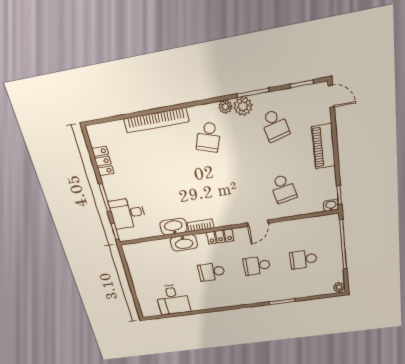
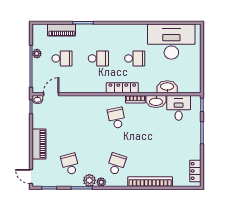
locker: (103, 161) -> (195, 171), moved
school desk: (283, 189) -> (117, 118), moved
desk: (127, 213) -> (179, 108), moved, turned -90
door: (258, 223) -> (51, 94), moved
locker: (220, 236) -> (122, 88), width x1.53
washbasin: (184, 243) -> (167, 87), moved
plant: (339, 287) -> (37, 54), moved
piano: (308, 290) -> (62, 30), added
desk: (173, 300) -> (171, 42), width x1.87, depth x1.30

